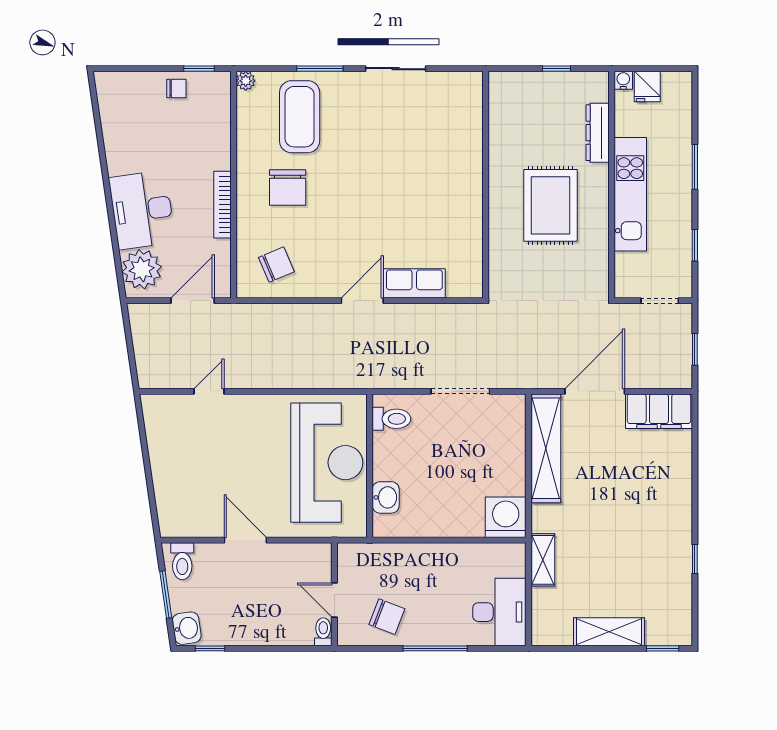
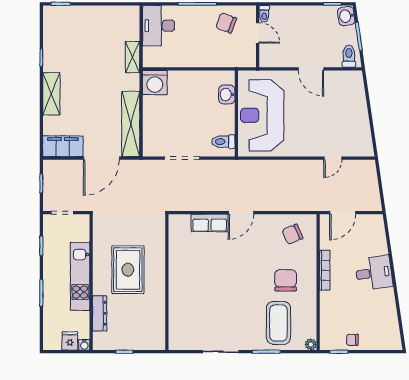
desk: (142, 210) -> (374, 273), width x0.73
plant: (142, 269) -> (373, 231), removed
shelving: (609, 632) -> (51, 94), moved, turned 90

